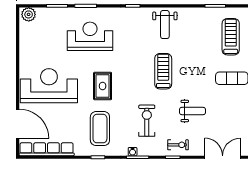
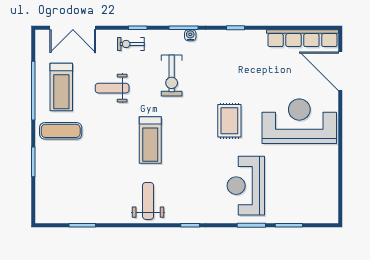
plant: (29, 14) -> (326, 214), removed
reception desk: (90, 36) -> (246, 186), turned 90
treadmill: (231, 37) -> (61, 87), moved
reception desk: (49, 86) -> (299, 121), turned 180
coffee table: (100, 129) -> (233, 65), removed

